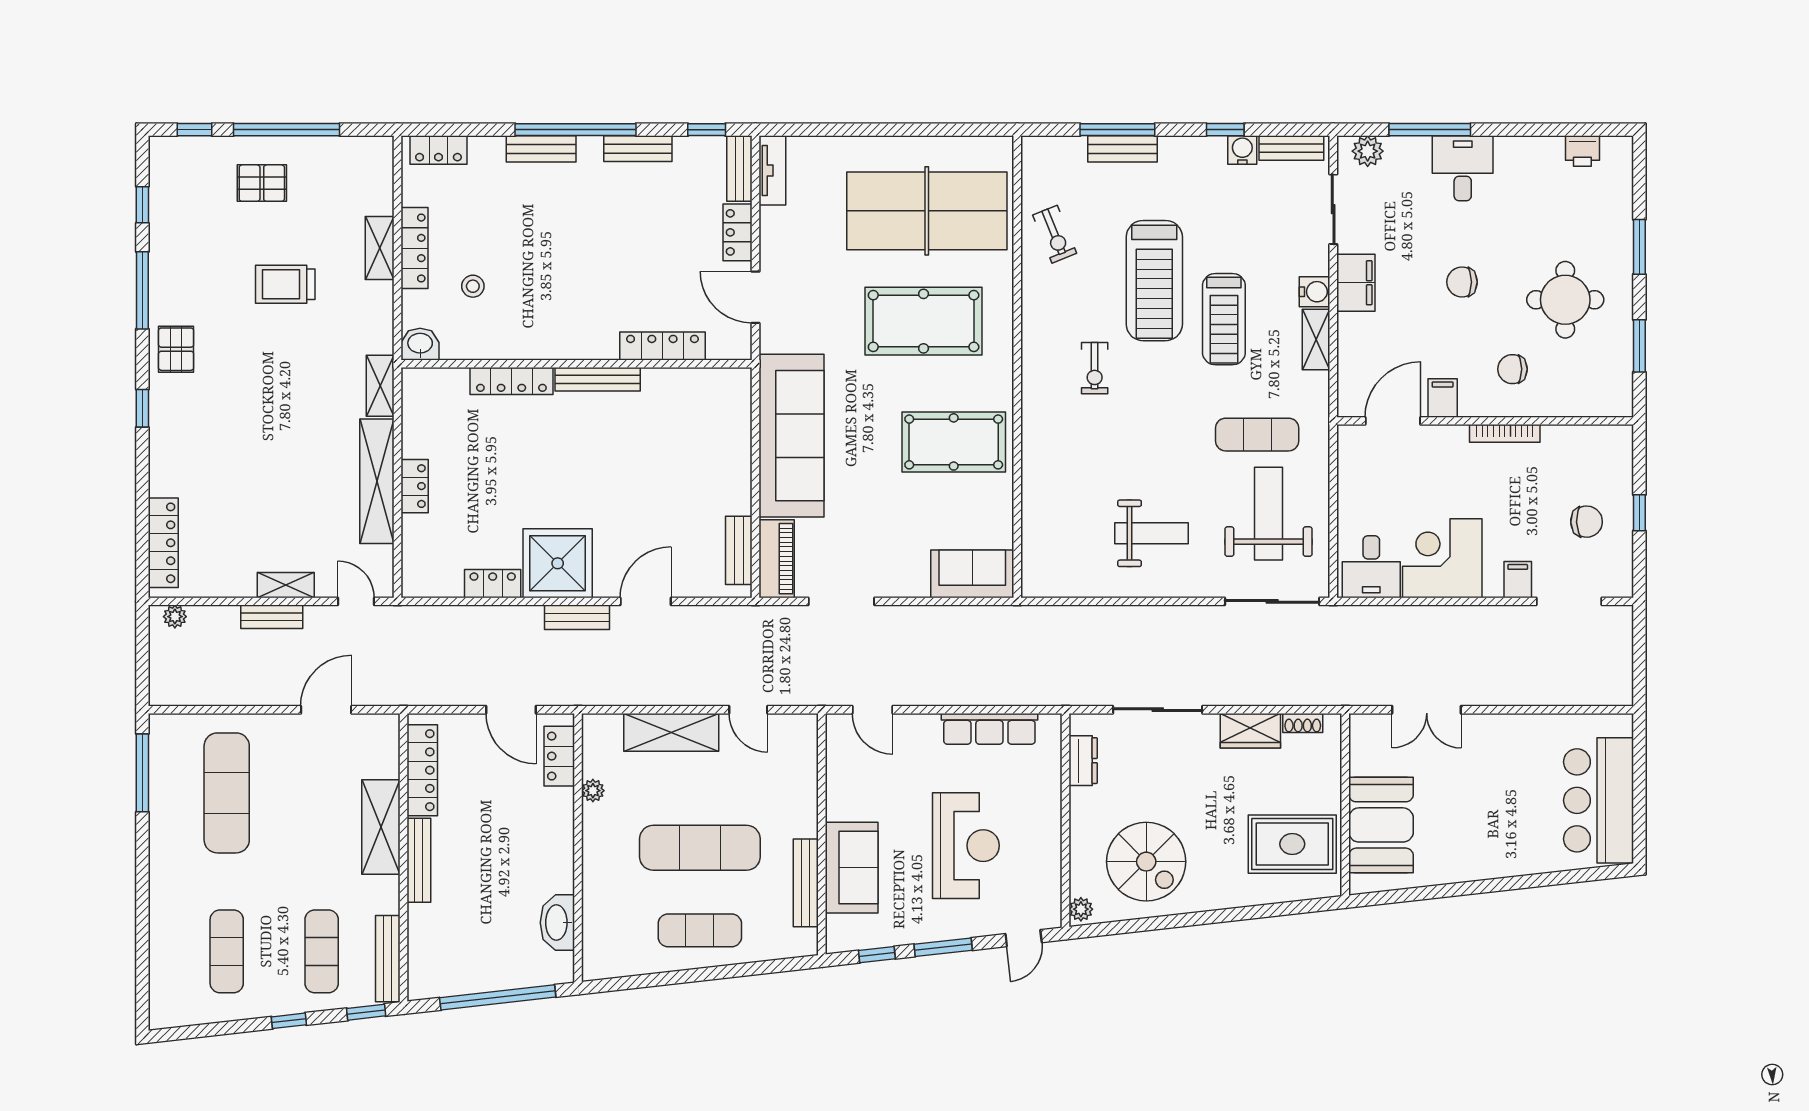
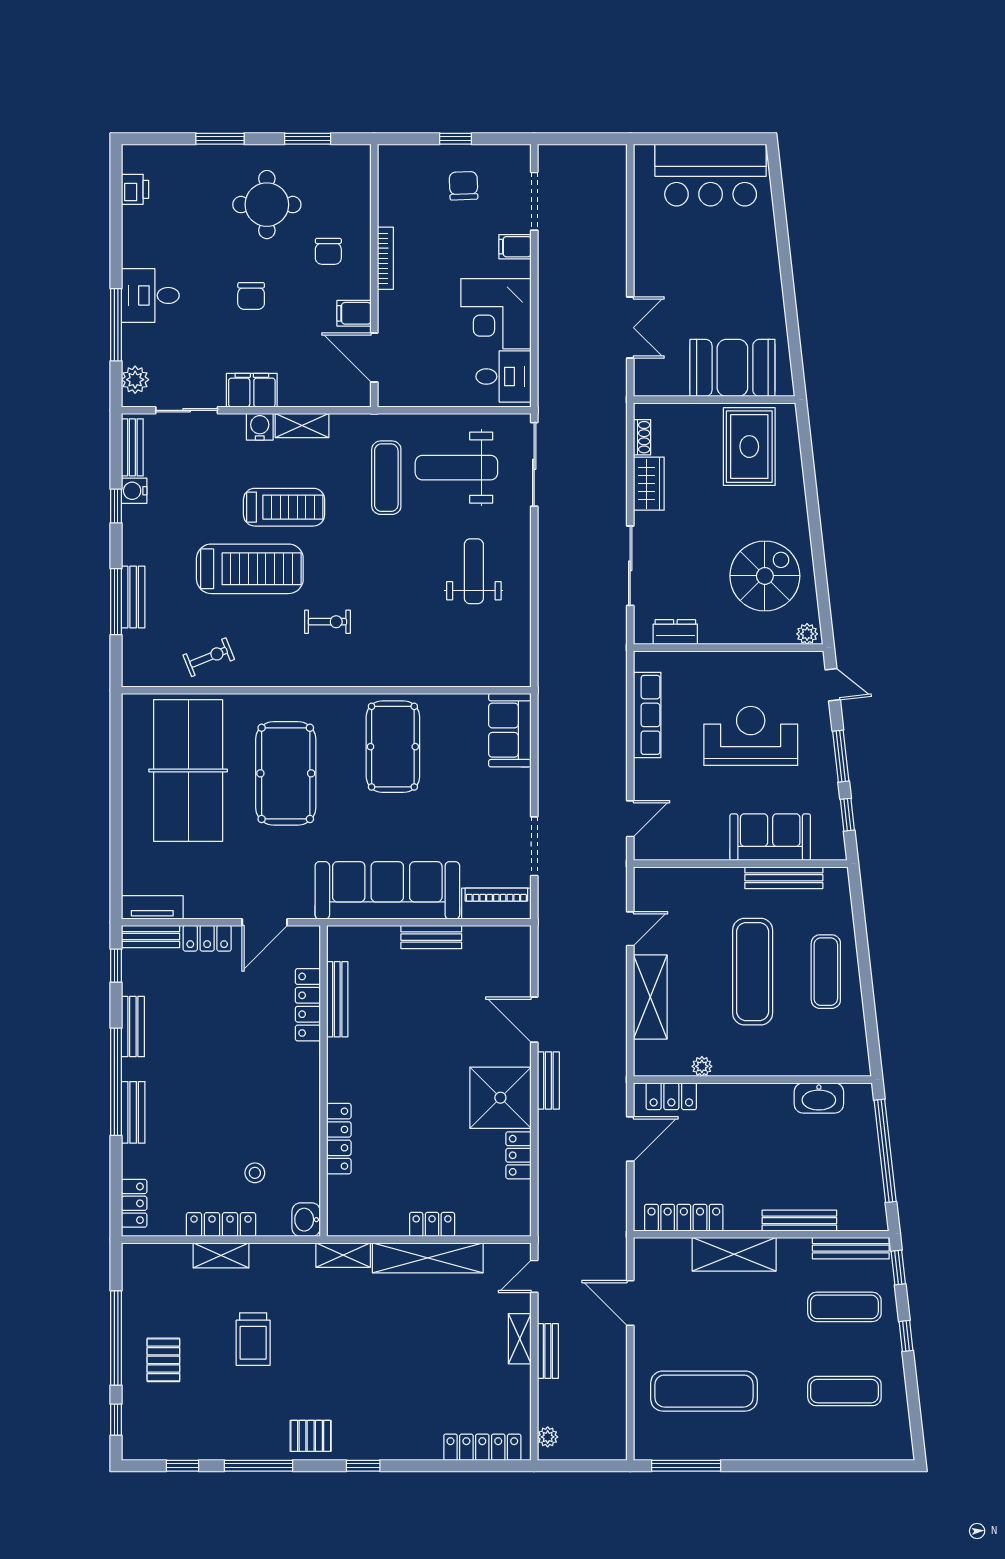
bench: (598, 379) -> (337, 999), moved
bench: (739, 550) -> (431, 937), moved
bench: (419, 860) -> (799, 1221), moved

